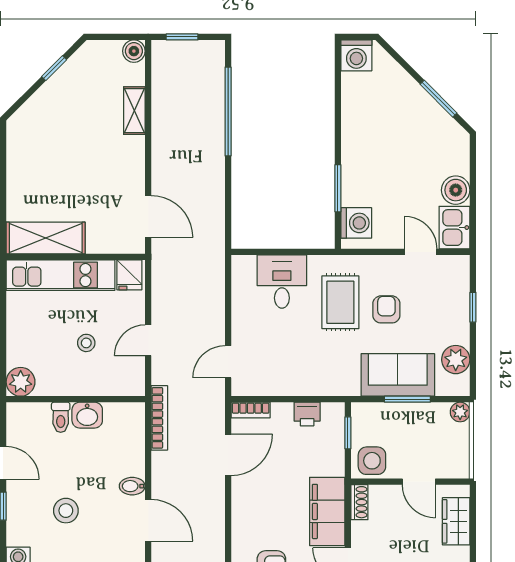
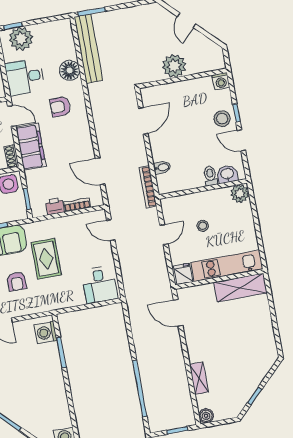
desk: (282, 281) -> (100, 285), moved
rug: (340, 302) -> (46, 259), moved
door: (228, 362) -> (111, 230), swing flipped
bookcase: (251, 410) -> (77, 205), moved
washbasin: (87, 415) -> (227, 174), moved
door: (228, 455) -> (100, 171), hinge flipped
bidet: (132, 486) -> (162, 167), moved
stool: (66, 511) -> (222, 119), moved
door: (148, 520) -> (143, 121), swing flipped

